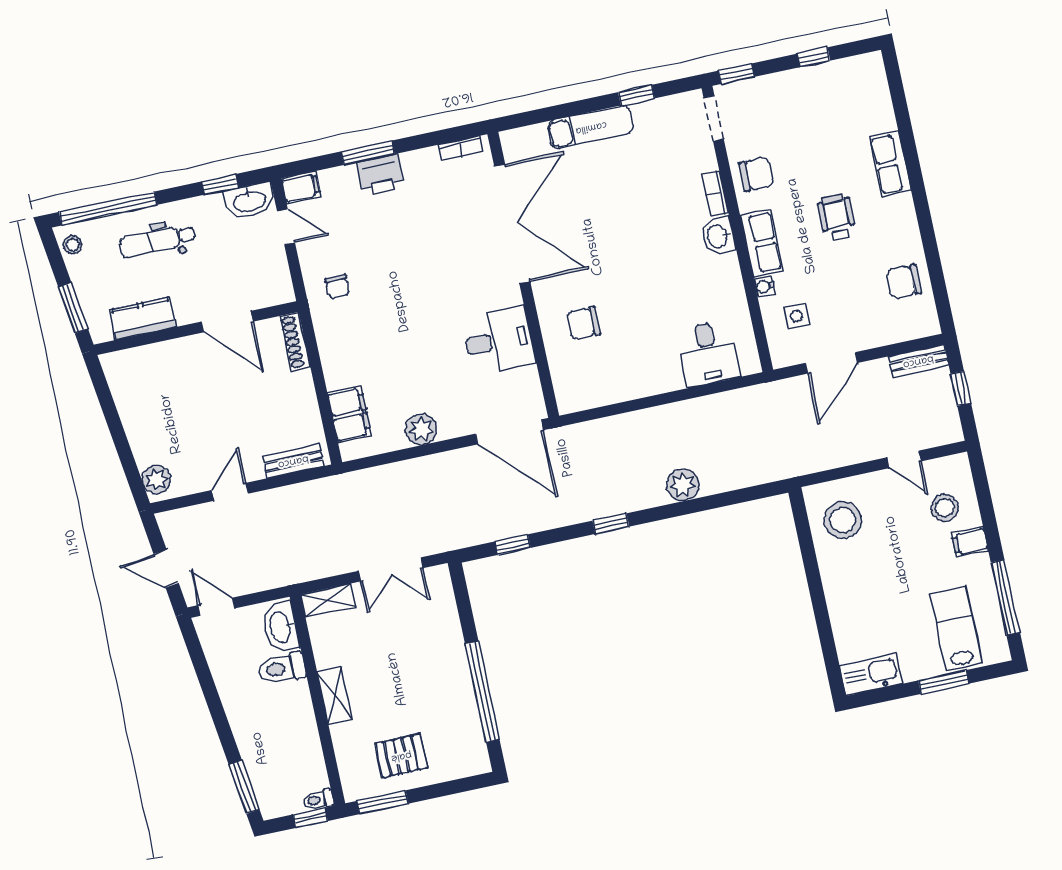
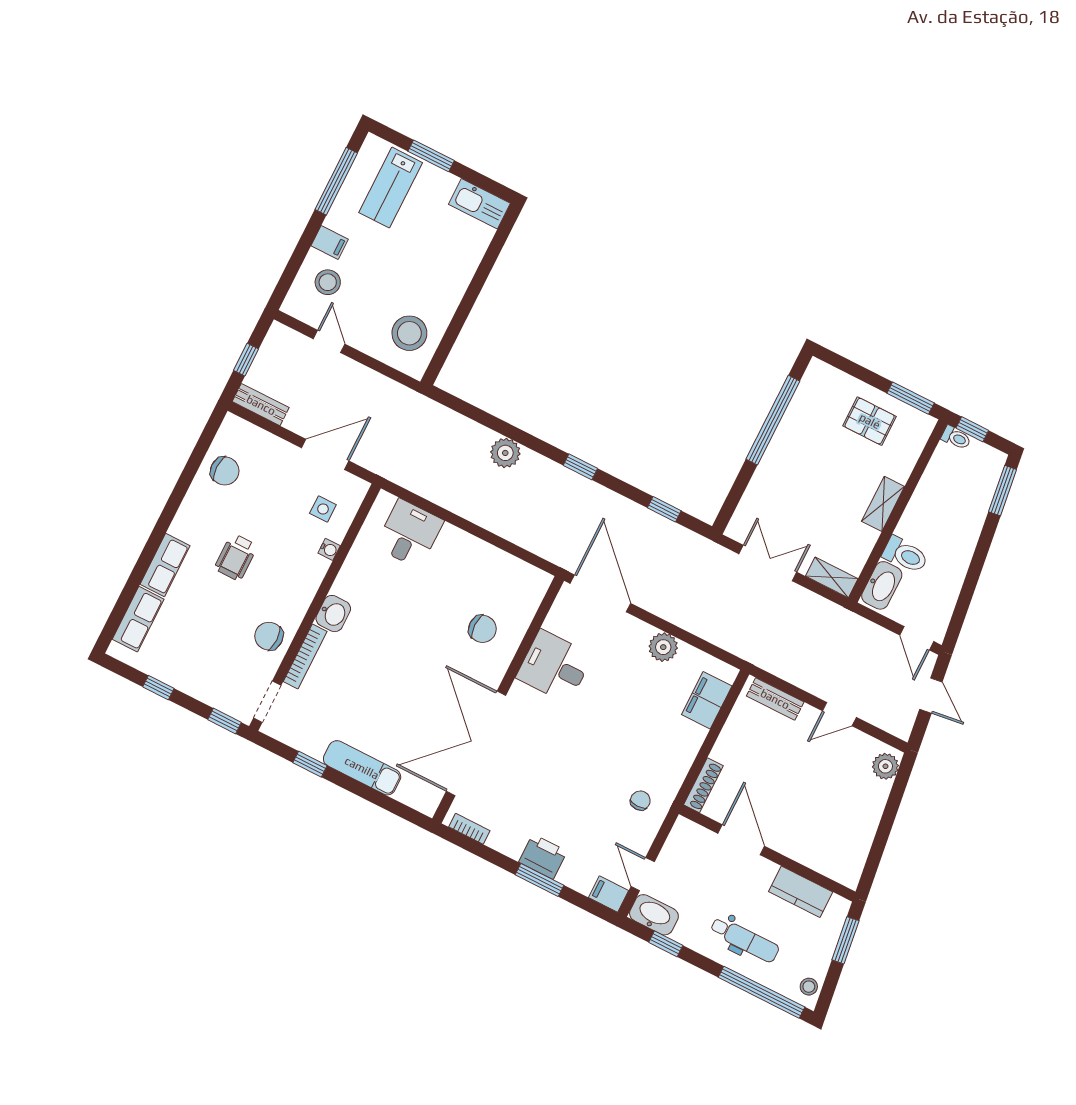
bookcase: (715, 194) -> (305, 657), width x1.56
row of seats: (762, 243) -> (138, 619), moved, turned 180

